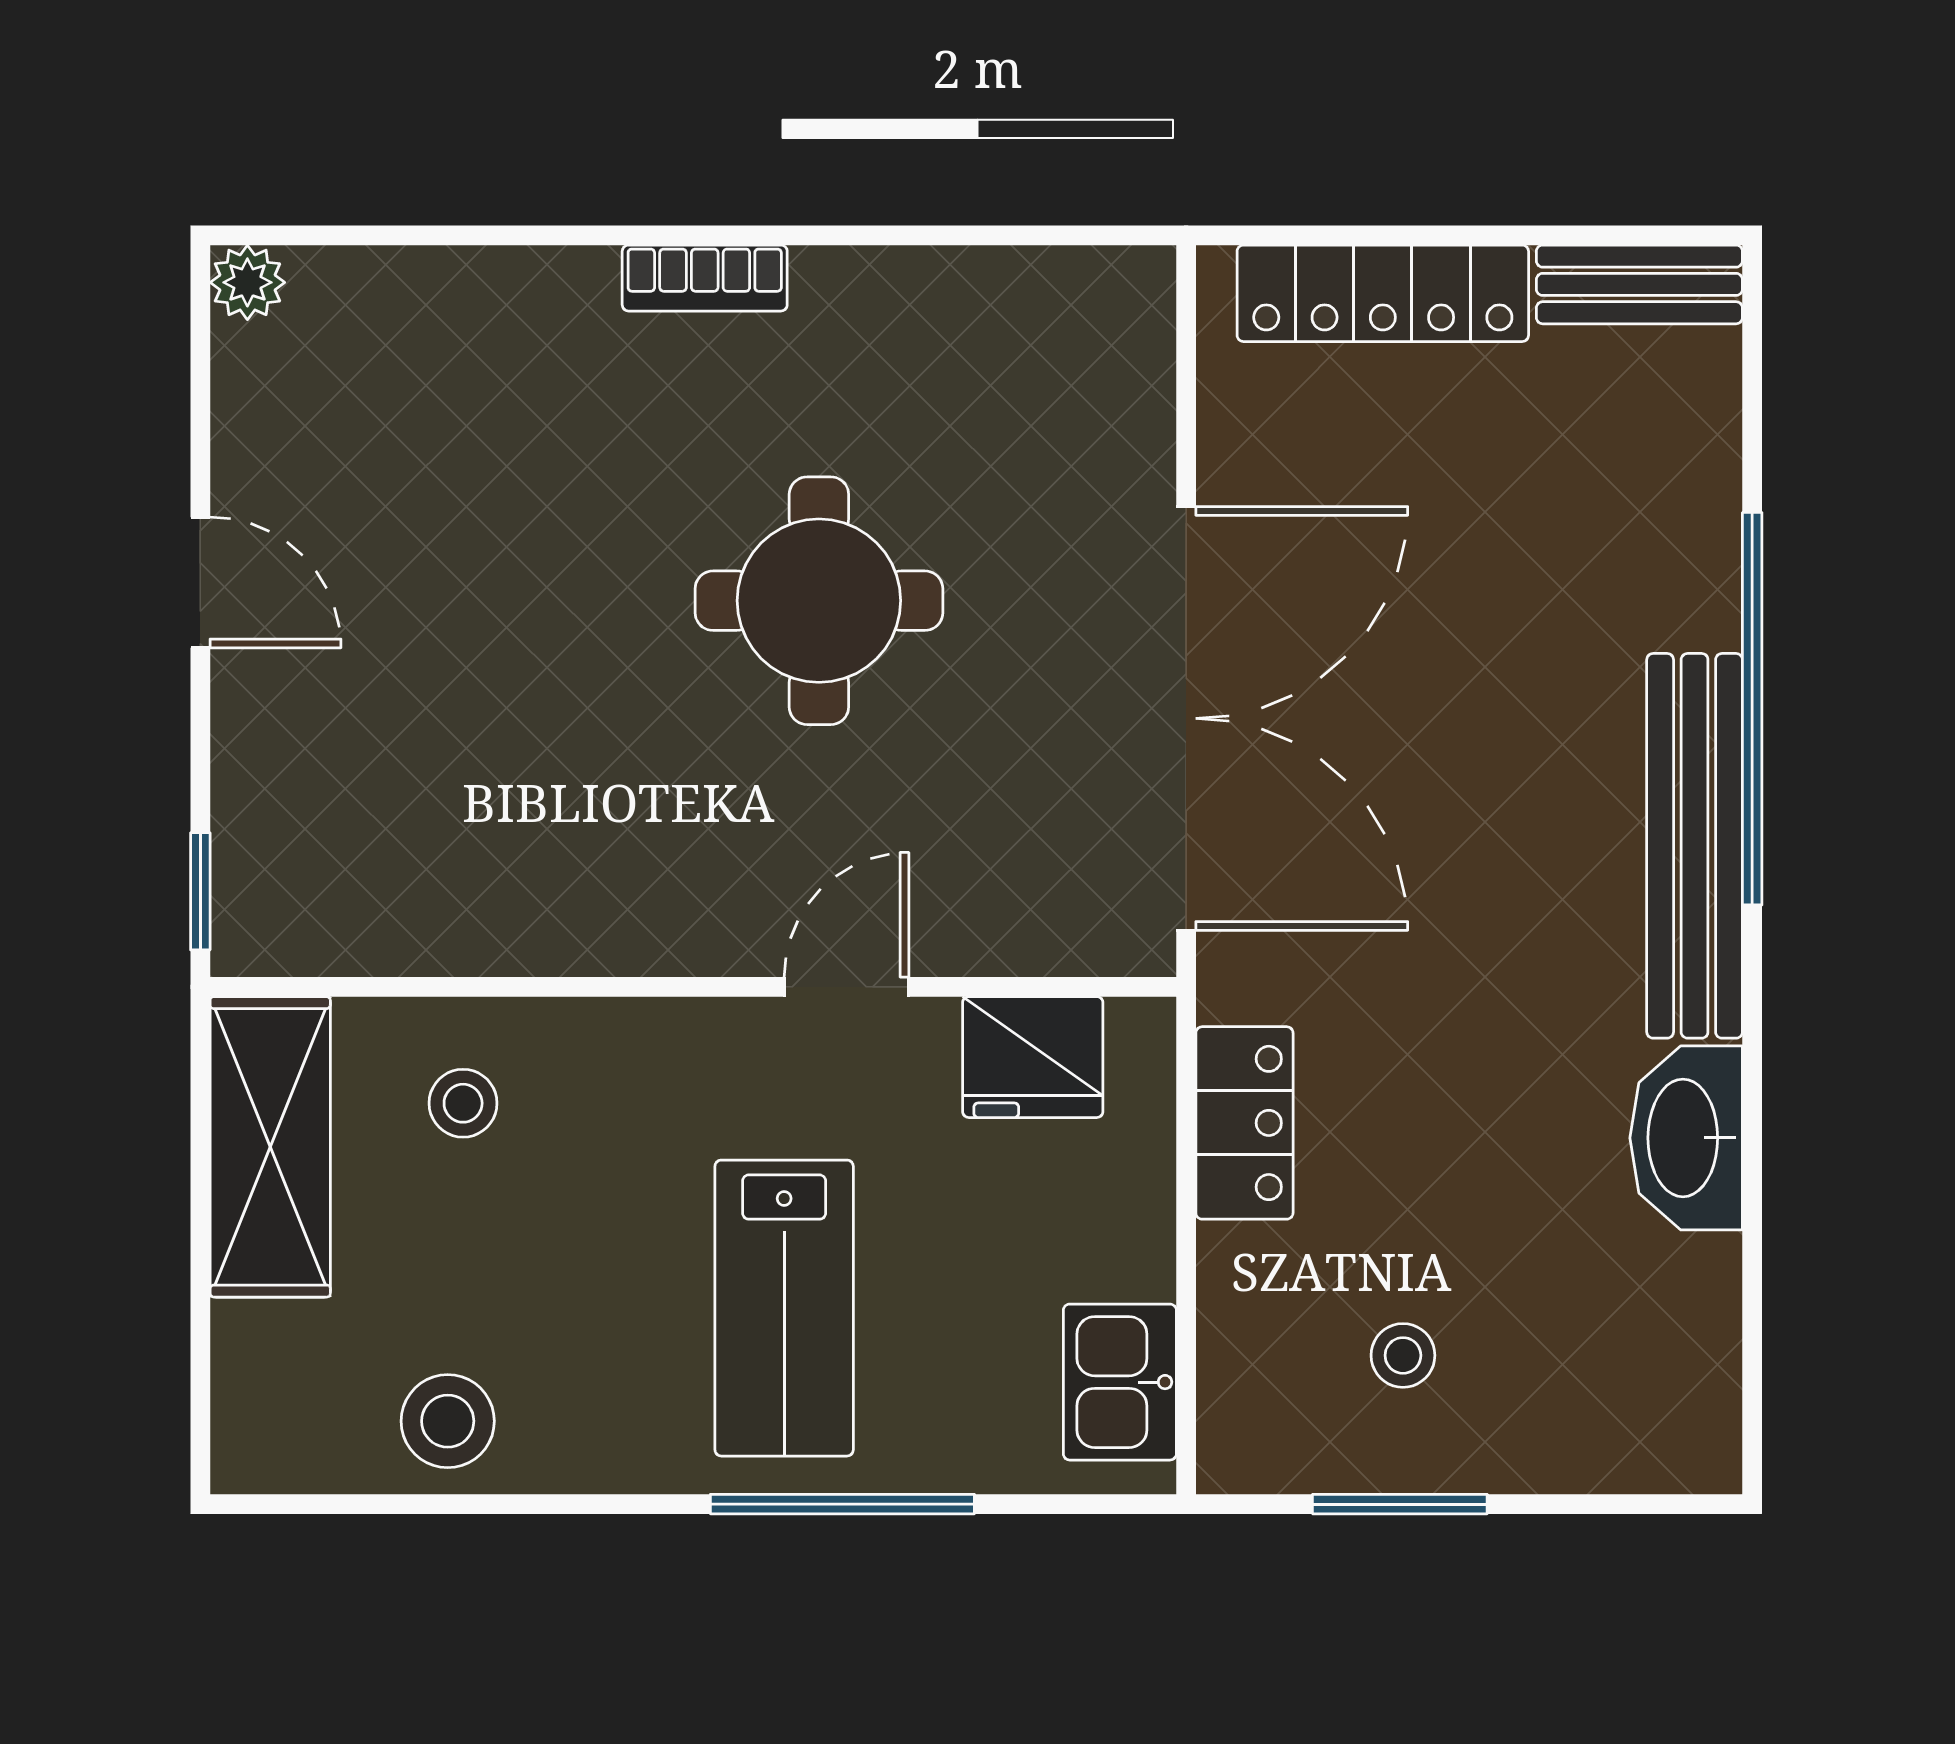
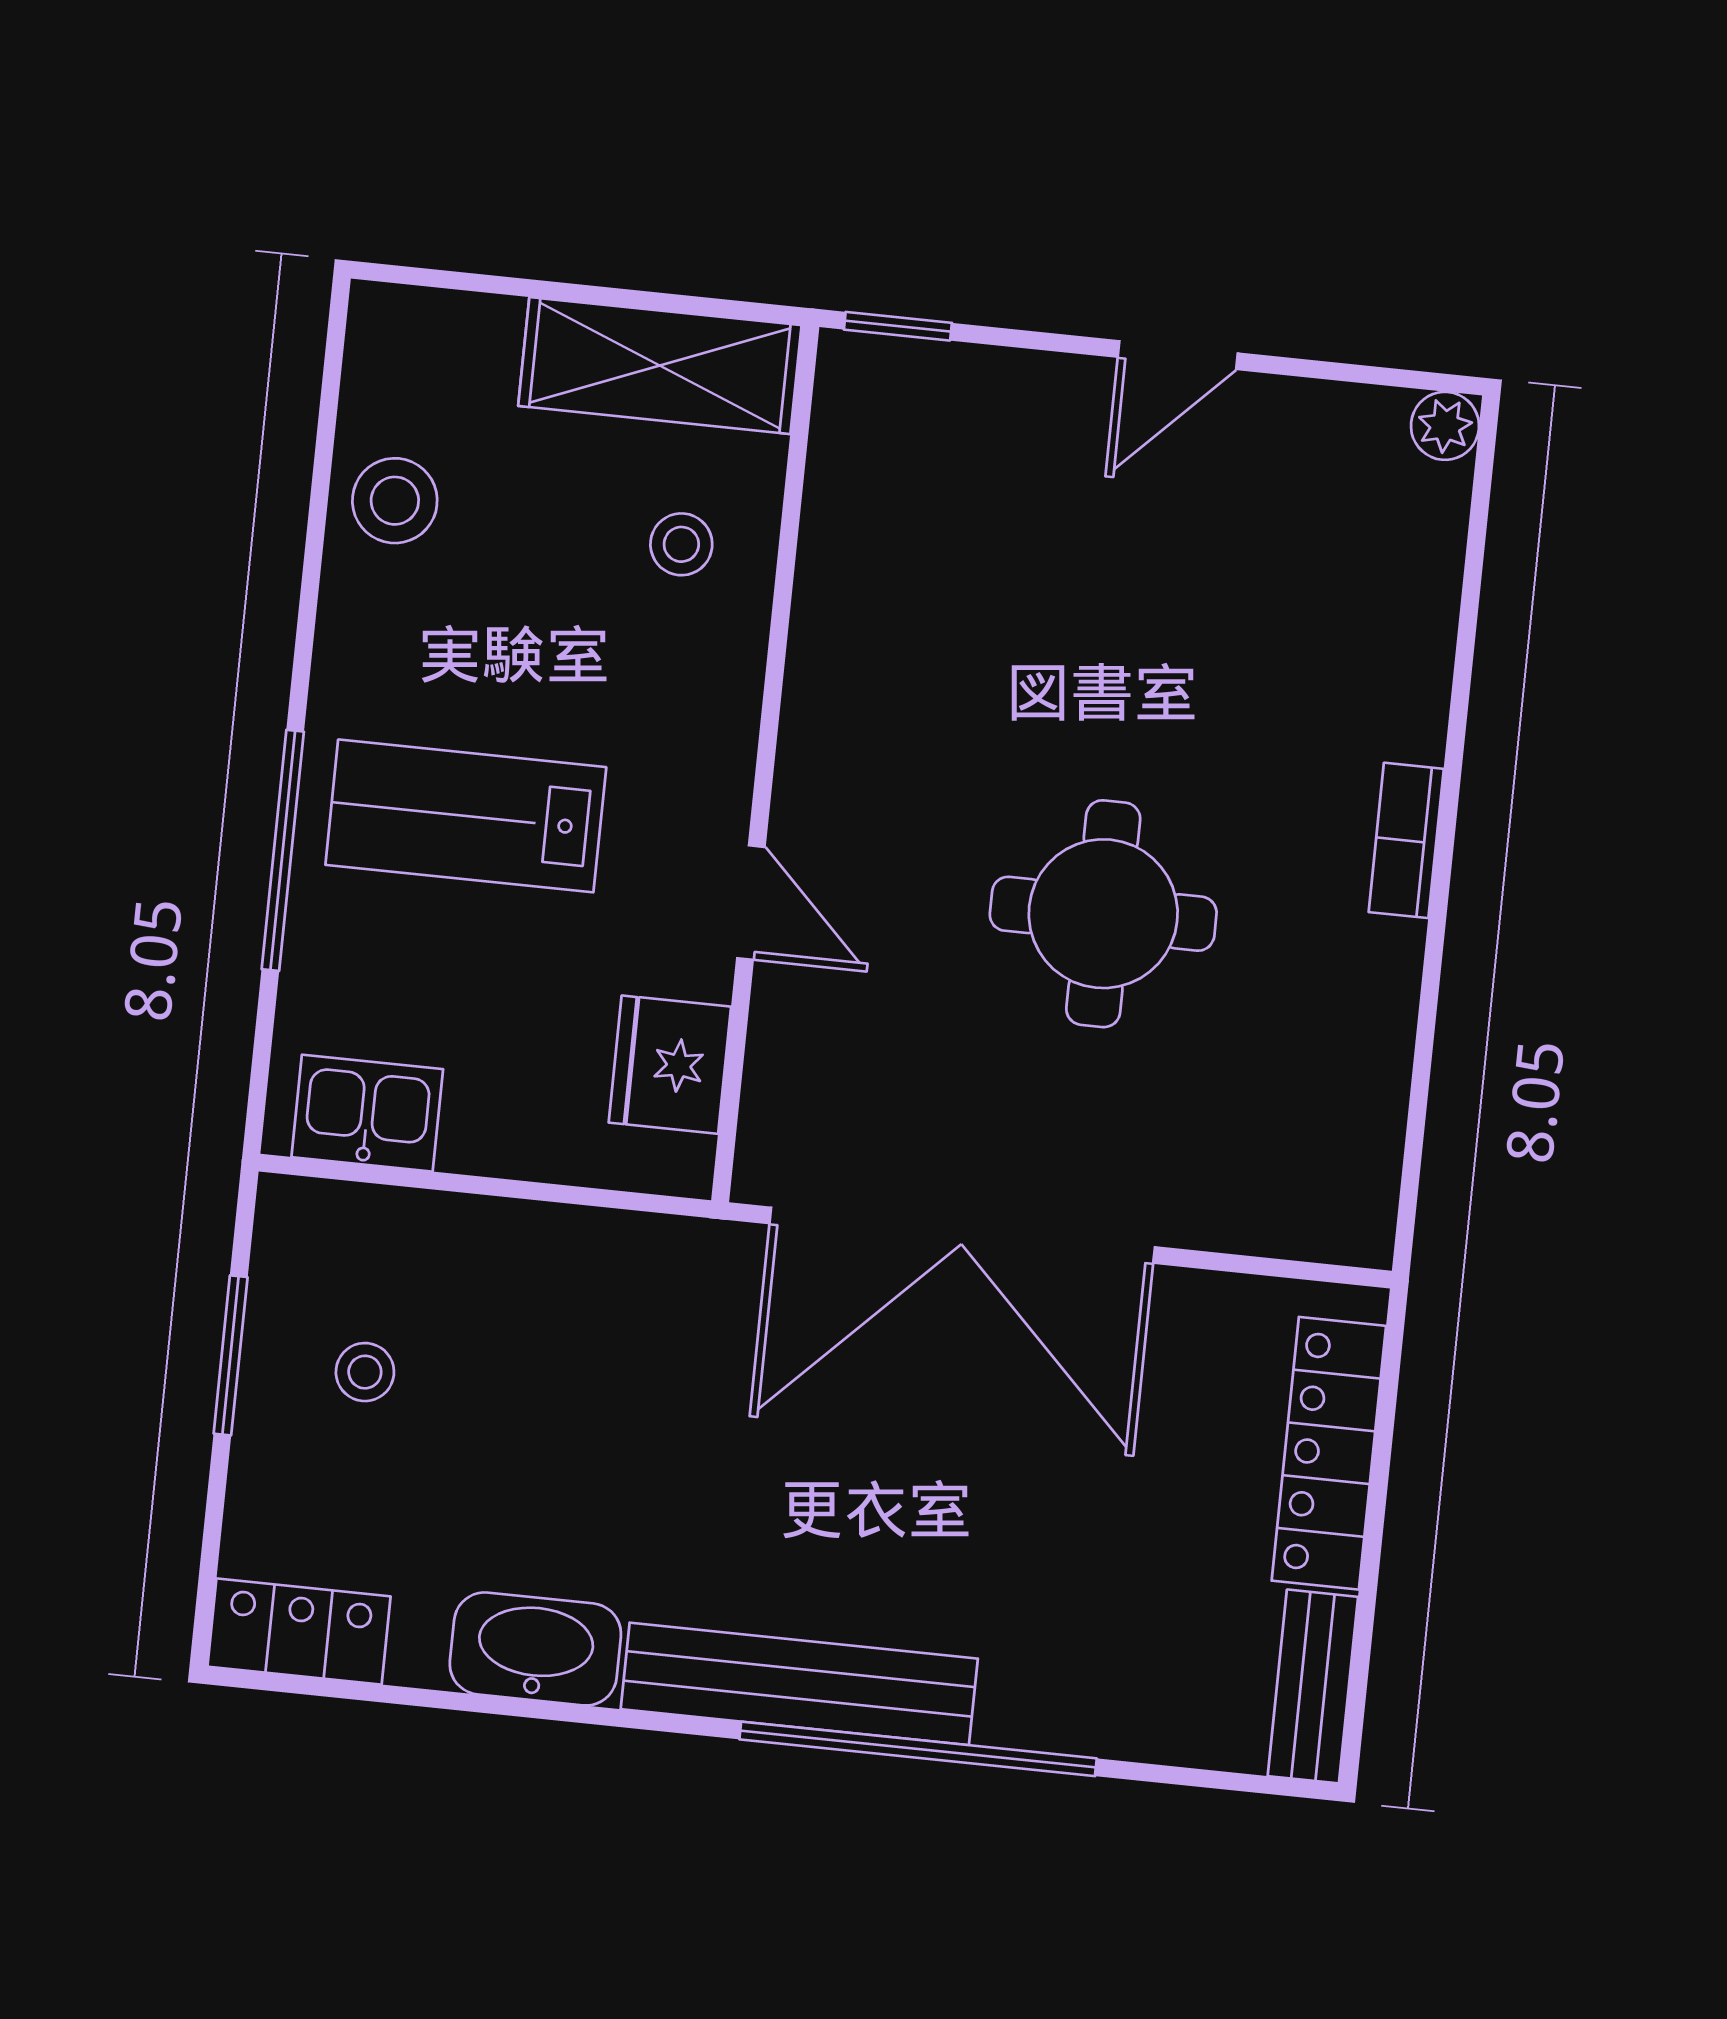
locker: (1244, 1123) -> (299, 1632), moved, turned 180

